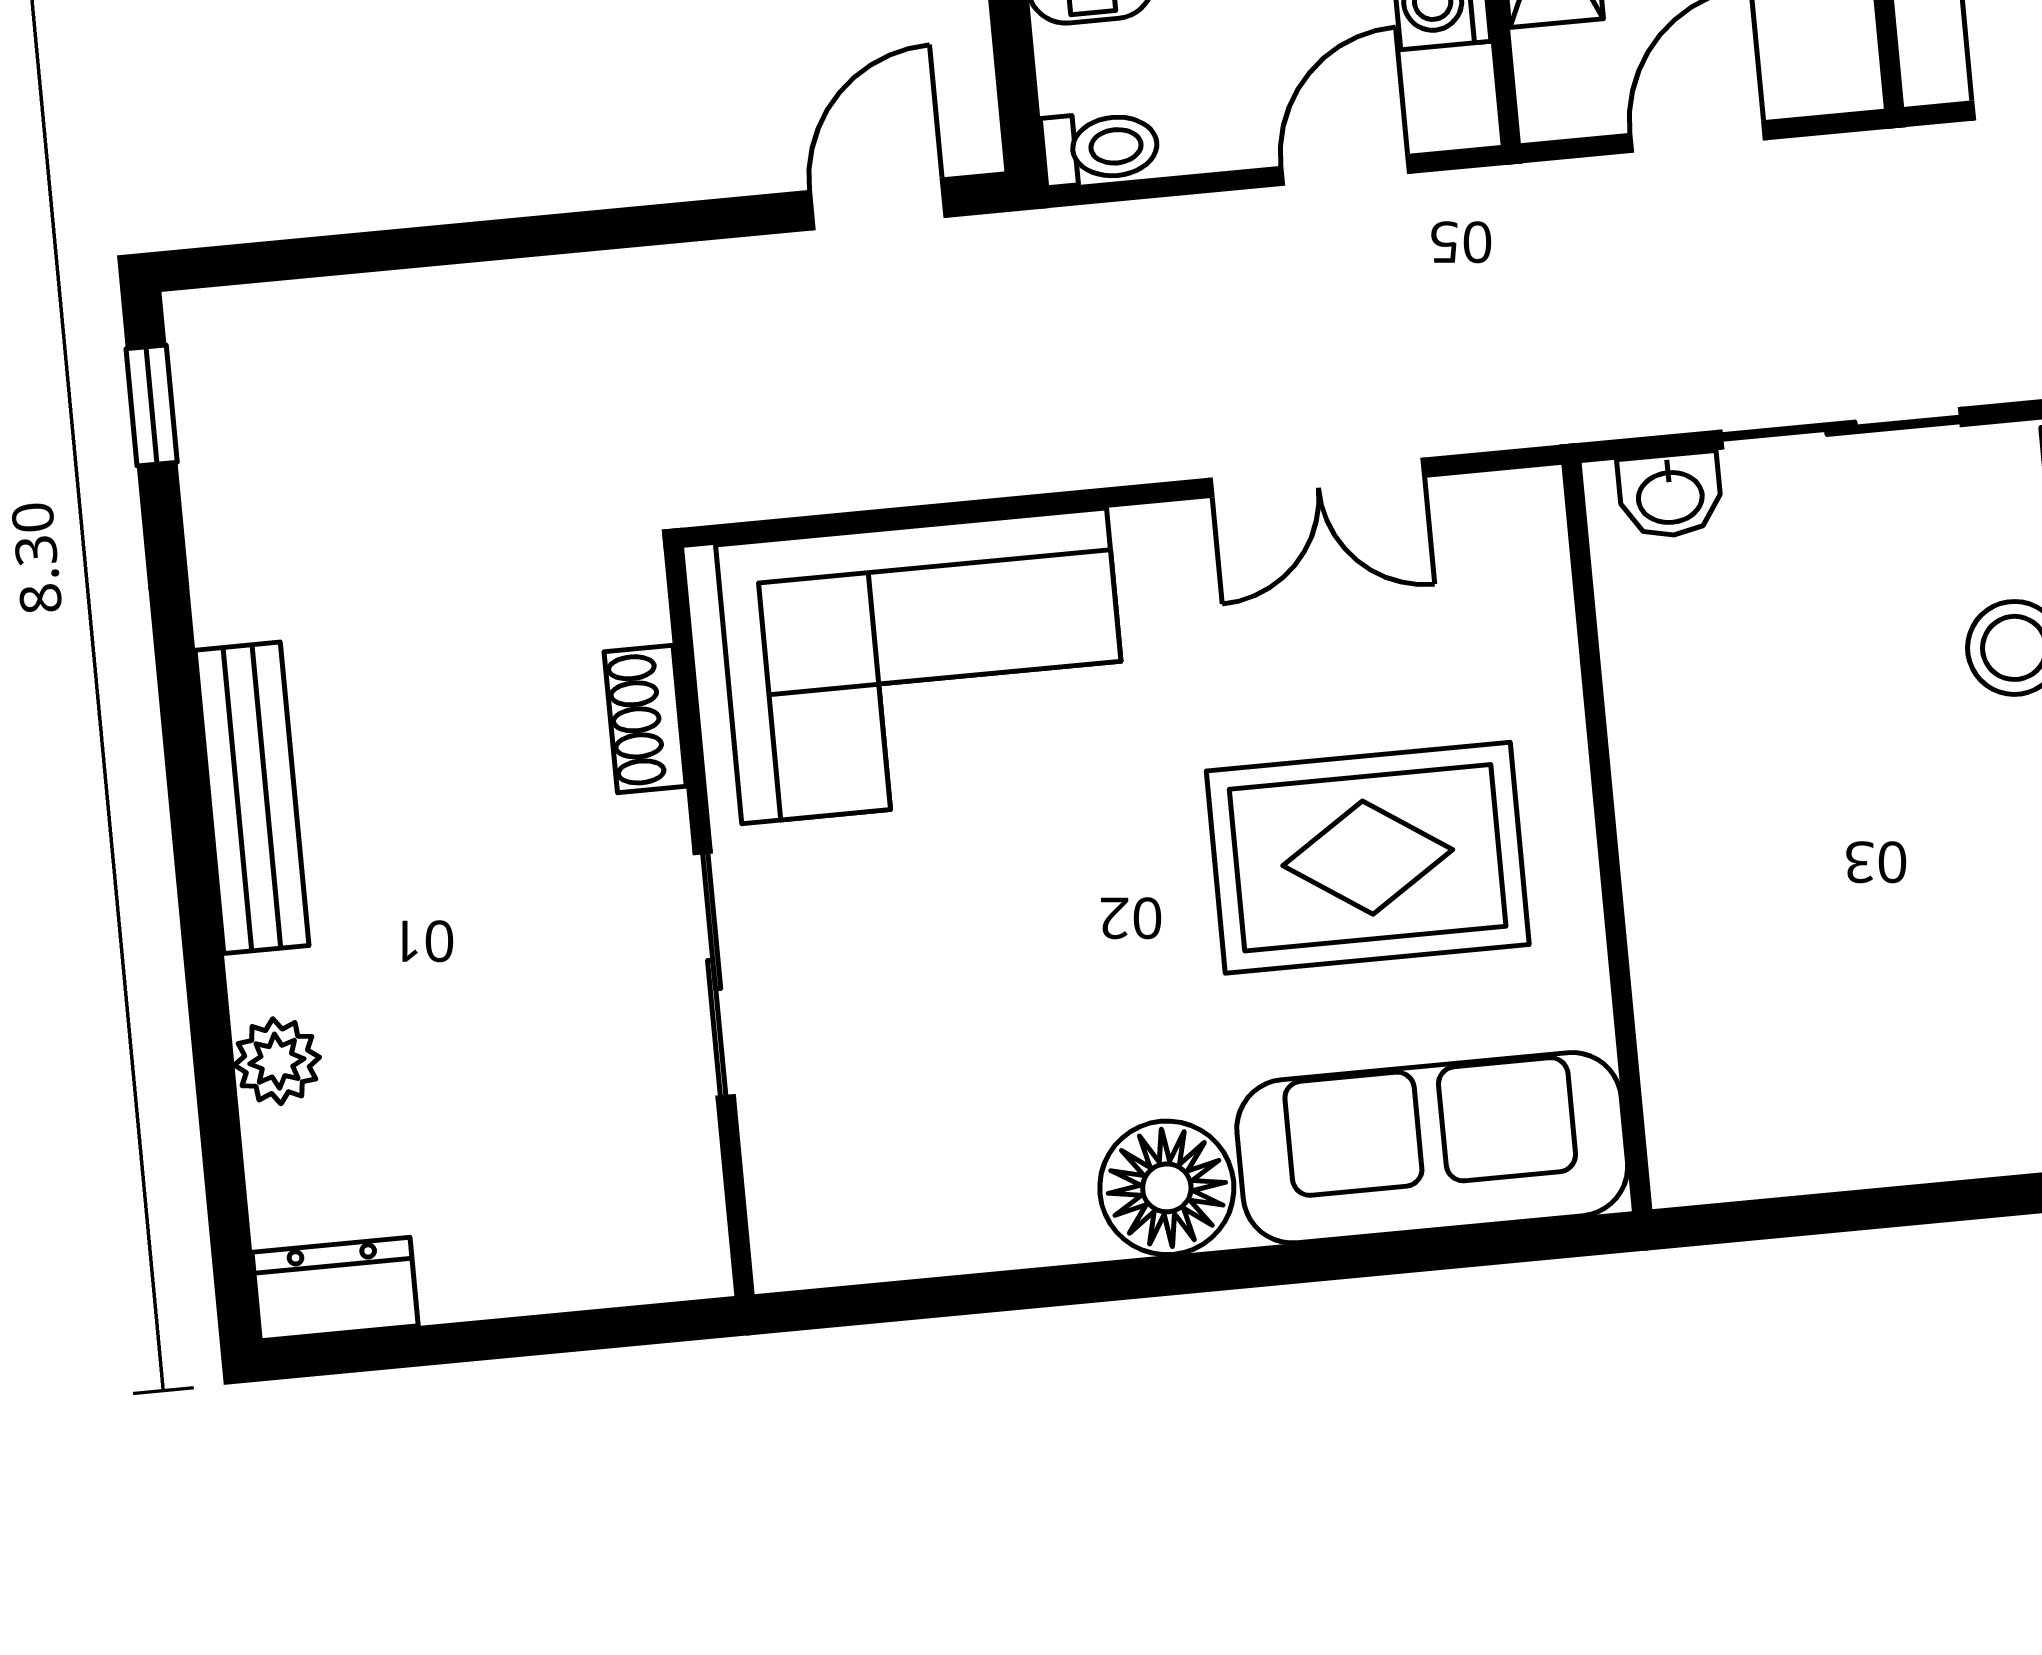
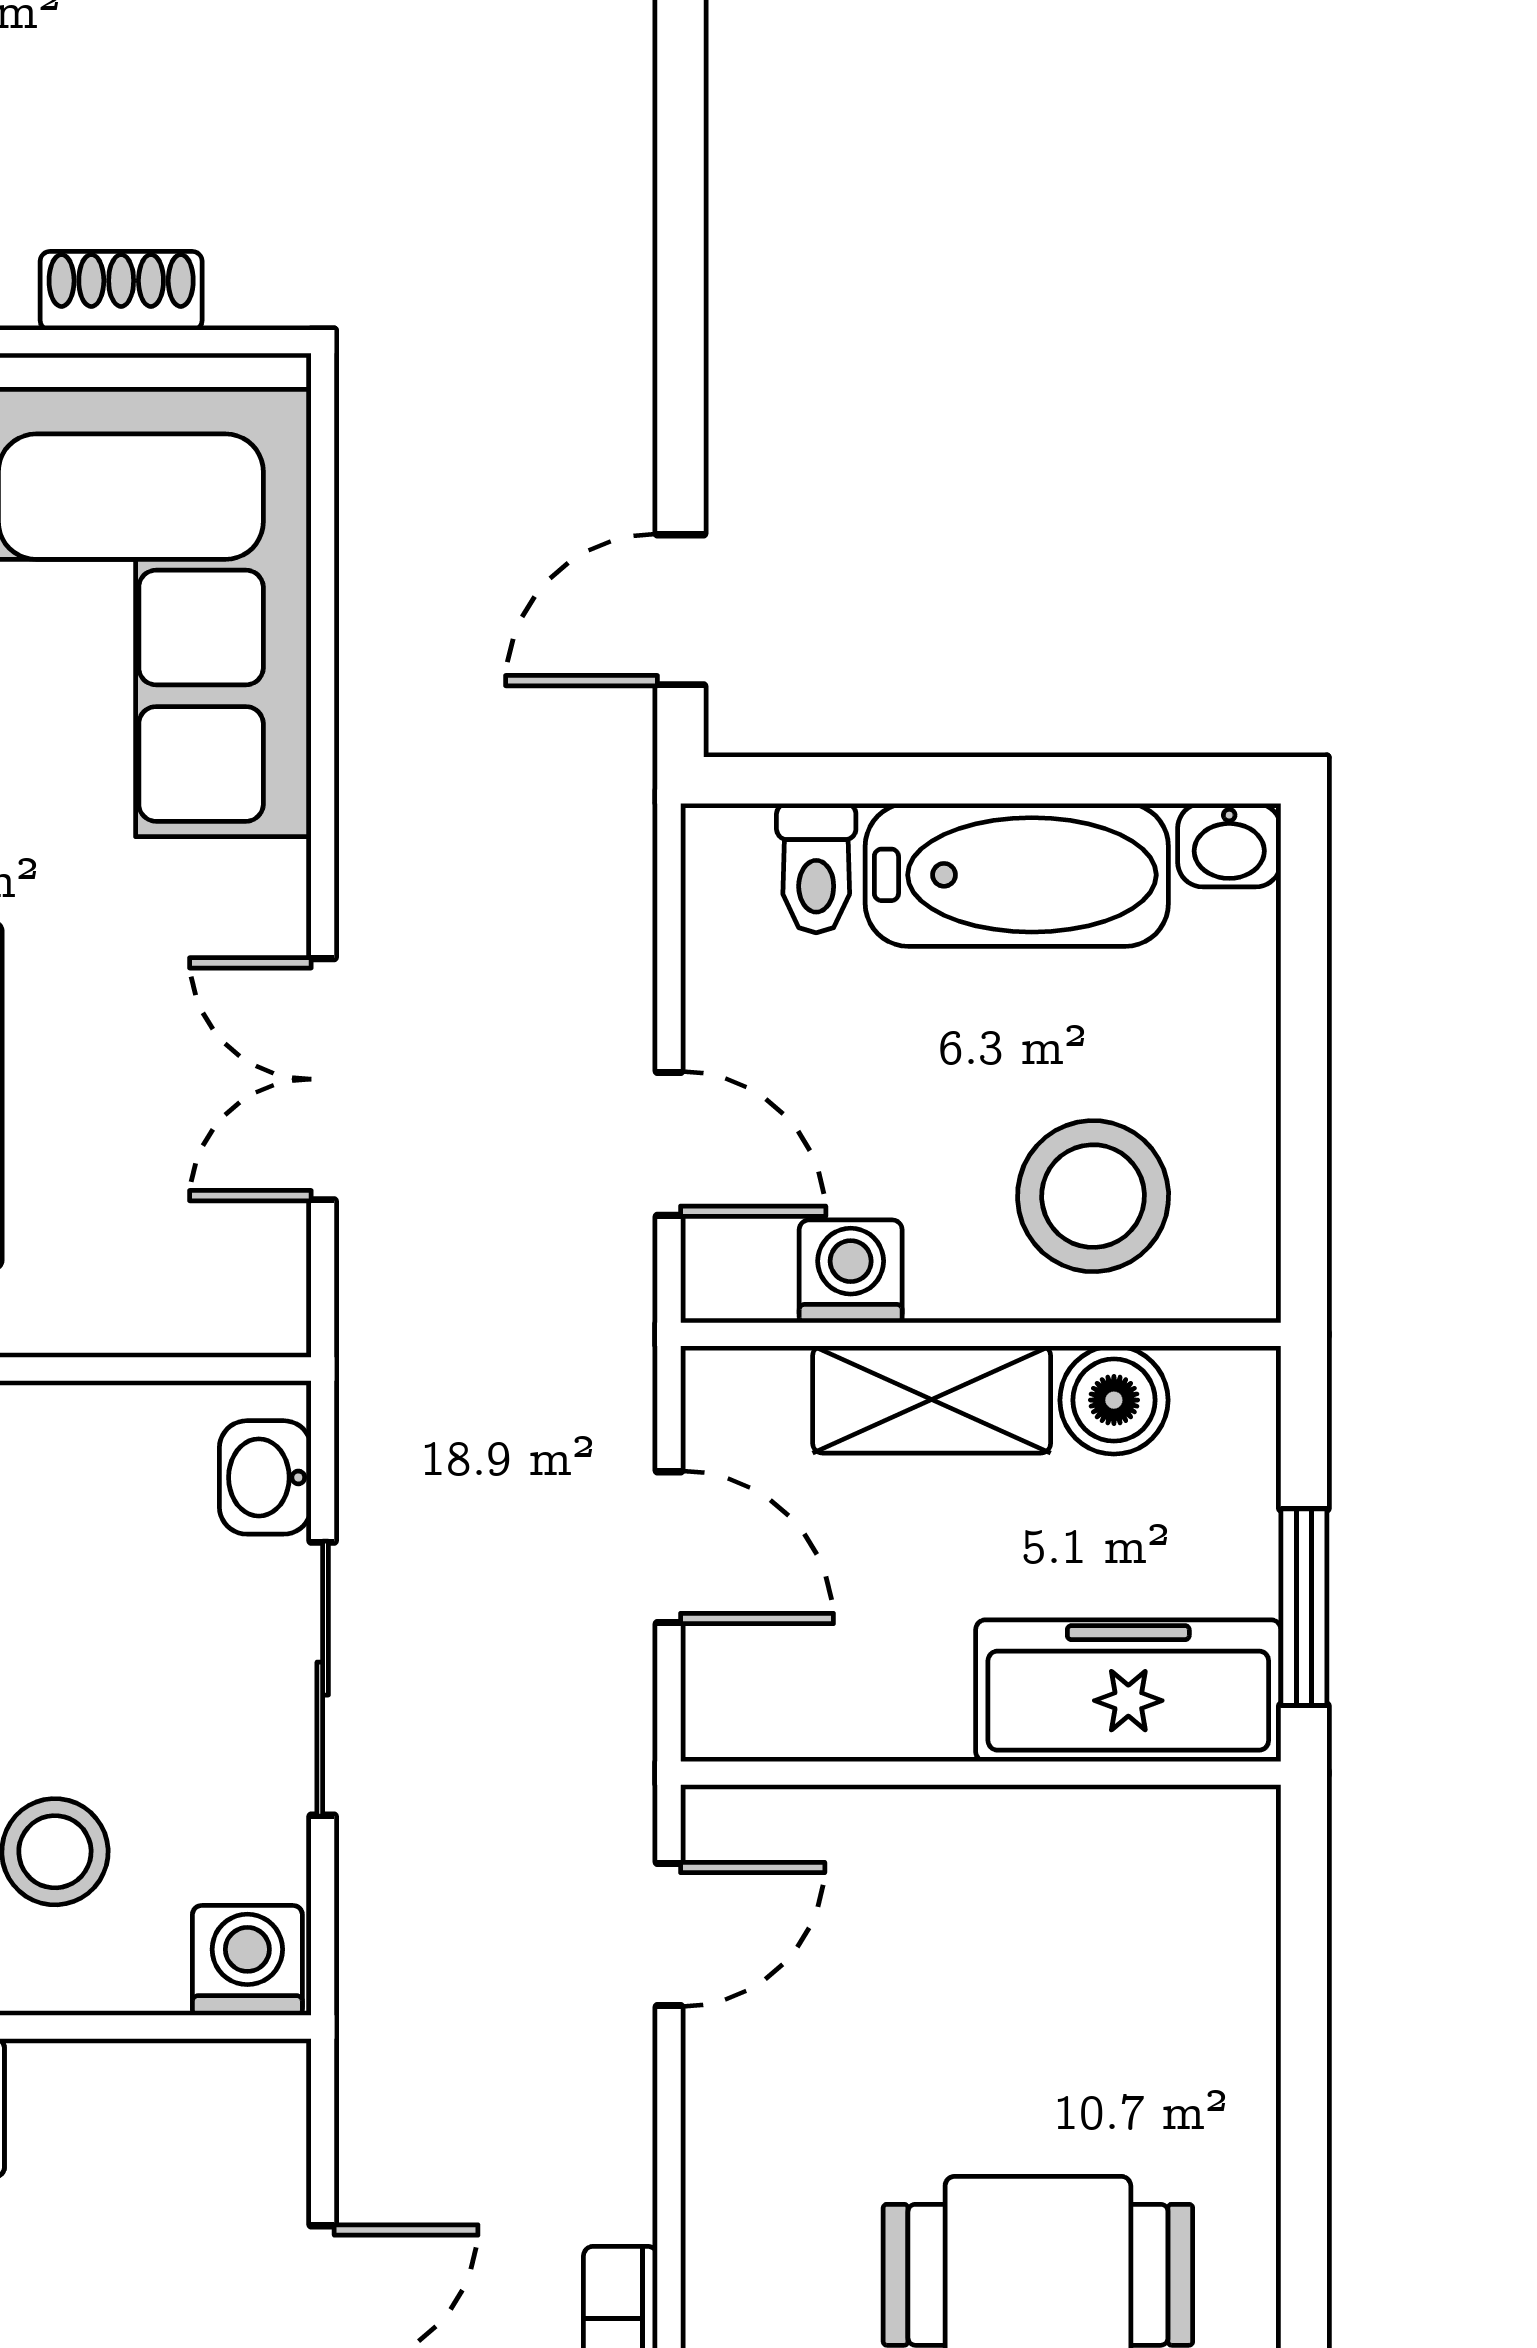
toilet: (1100, 148) -> (816, 868), moved
door: (878, 204) -> (681, 610), swing flipped

